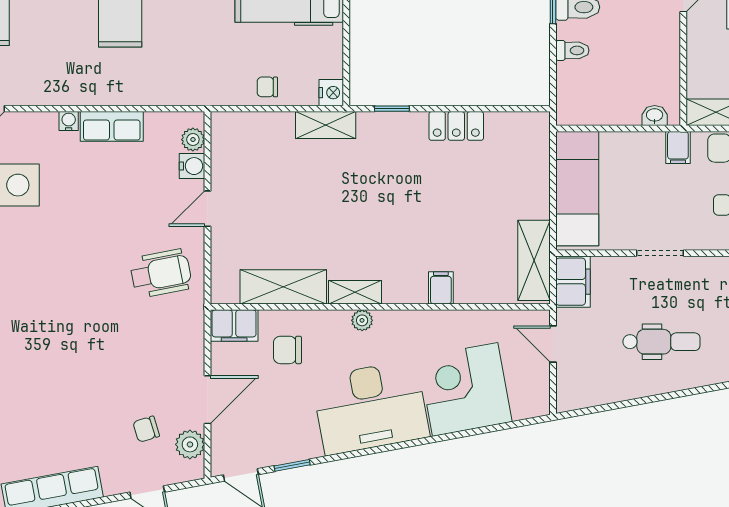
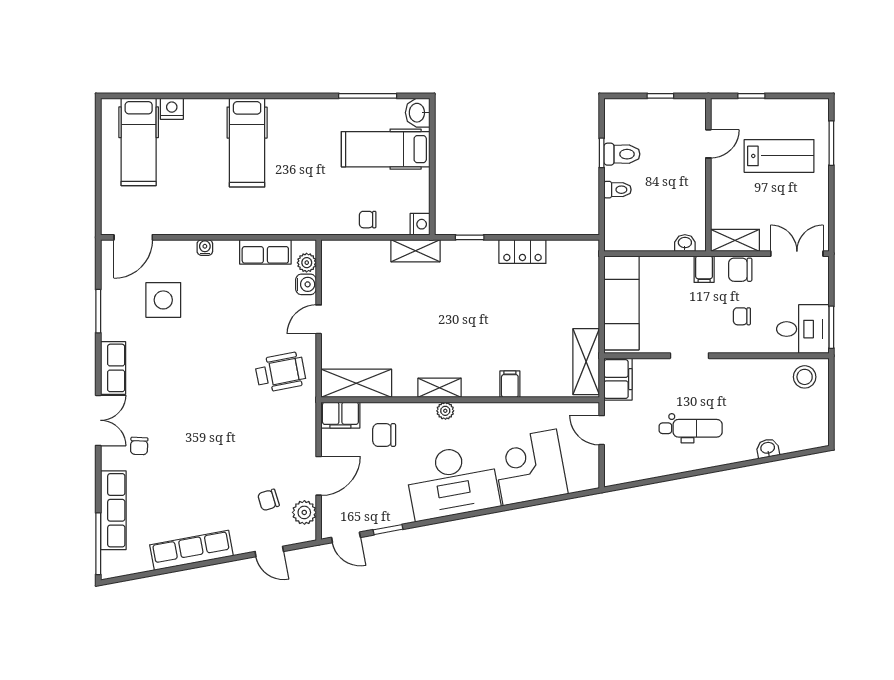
row of seats: (112, 126) -> (265, 252), moved
shelving: (283, 287) -> (356, 383), moved

